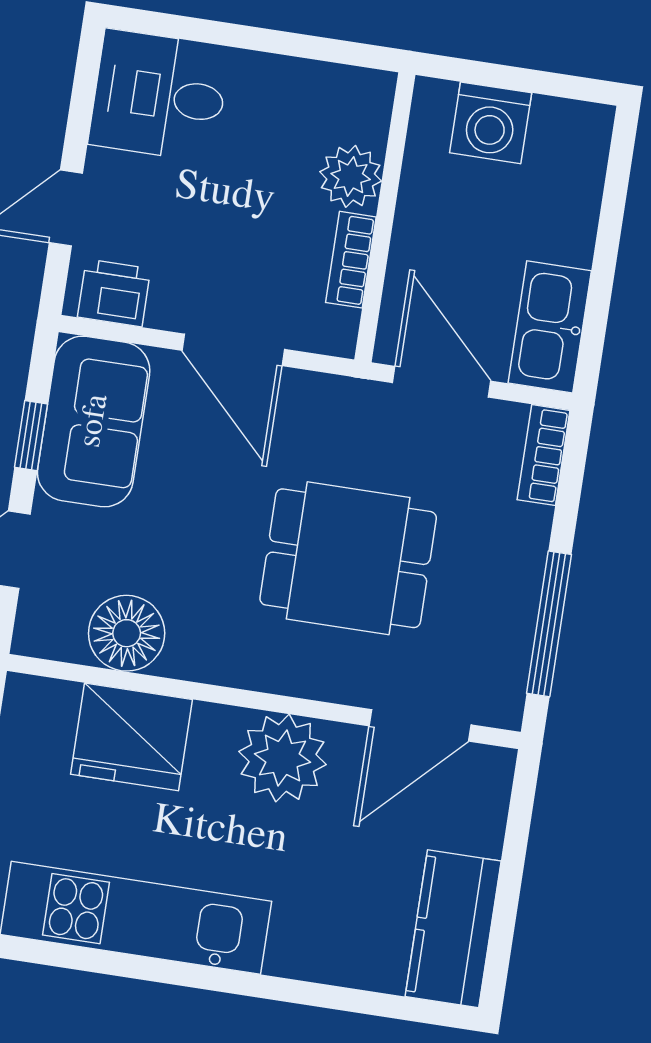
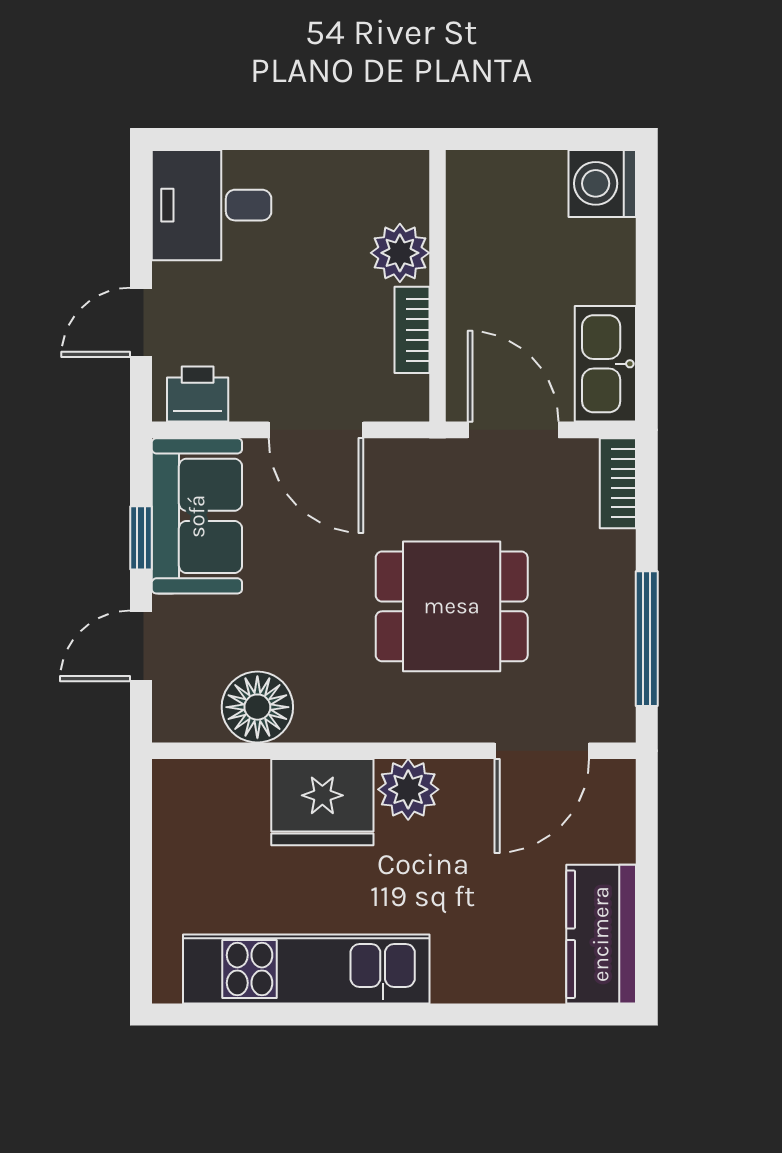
washing machine: (491, 123) -> (602, 183), moved, turned 90
fridge: (131, 737) -> (322, 802), moved
plant: (282, 758) -> (408, 789), width x0.73, depth x0.73

